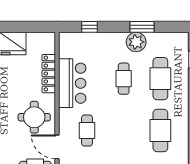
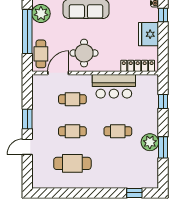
locker: (49, 74) -> (138, 66), moved
cafe table: (160, 79) -> (72, 131), moved, width x0.73, depth x0.74

